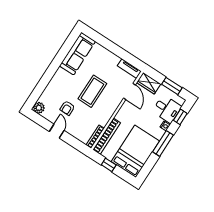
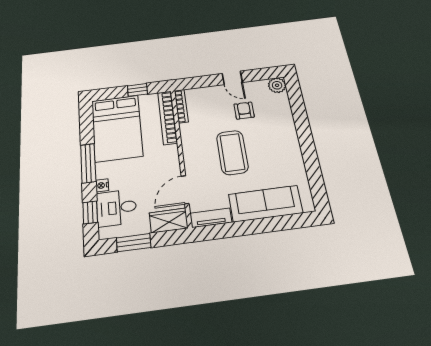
sofa: (77, 54) -> (265, 204), moved, turned 90
door: (129, 91) -> (185, 190), hinge flipped

